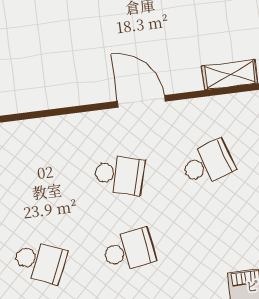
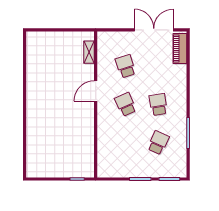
school desk: (119, 175) -> (126, 104), turned -39

